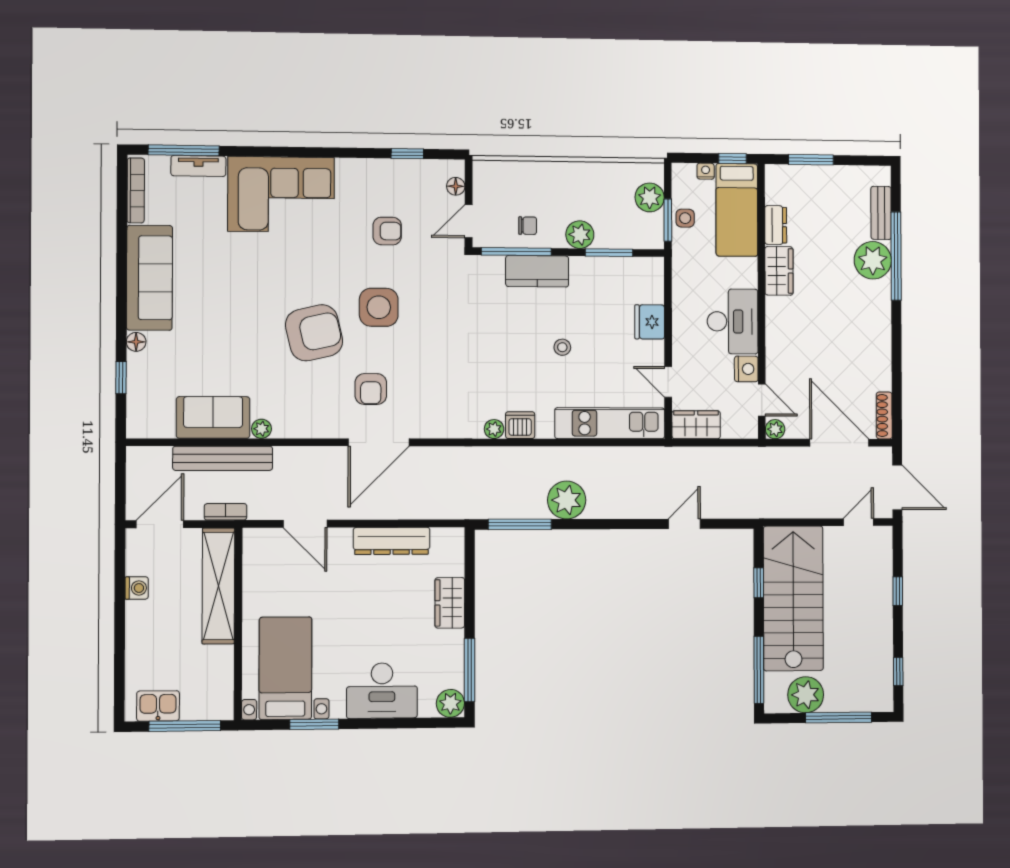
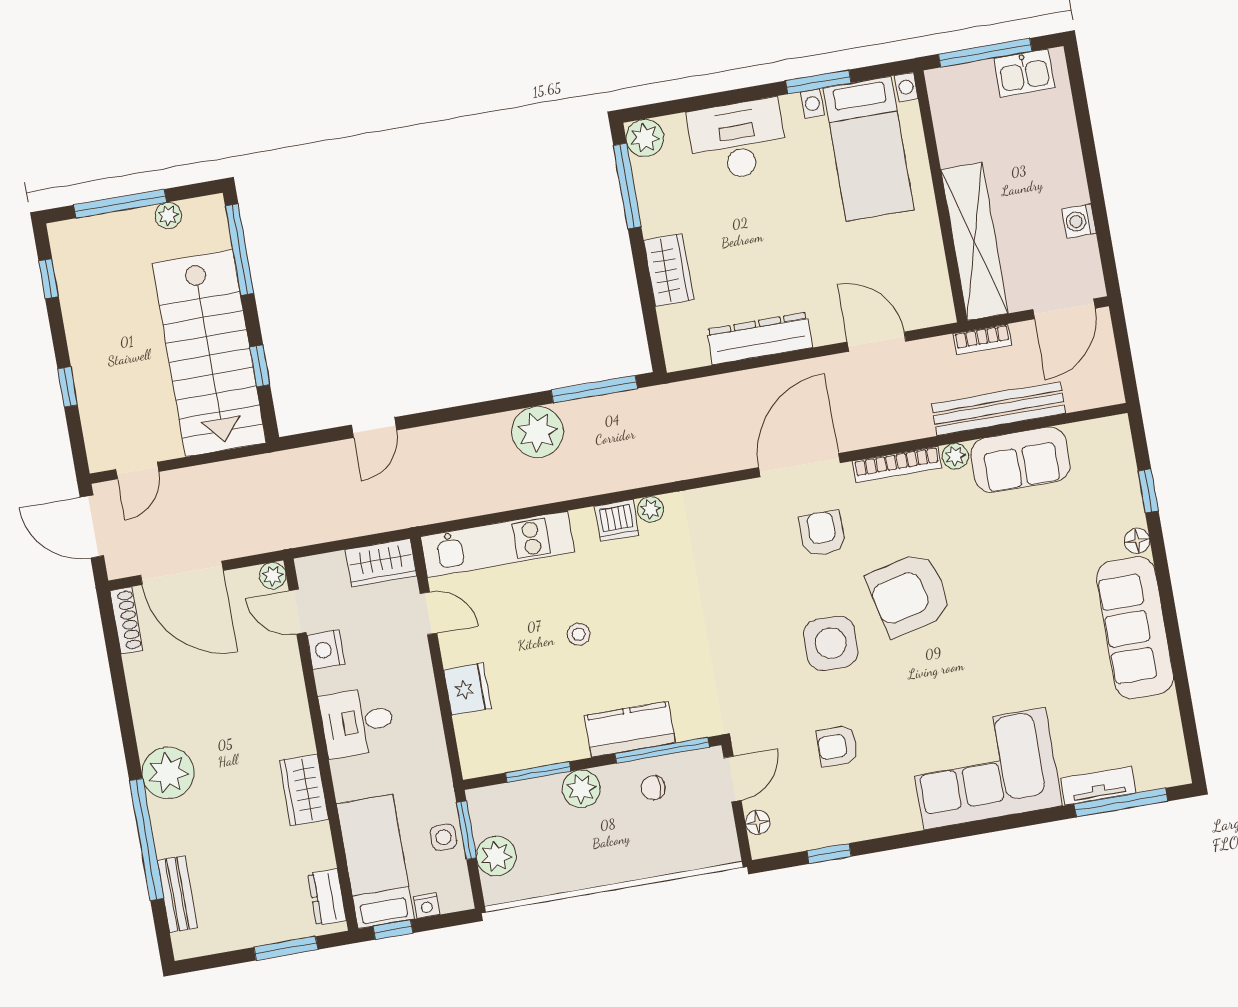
bookcase: (136, 190) -> (897, 464), moved, turned -90
dresser: (776, 225) -> (327, 897), moved
plant: (873, 260) -> (168, 773), moved
desk: (733, 321) -> (357, 722), width x0.73
plant: (806, 695) -> (168, 215), width x0.53, depth x0.53

